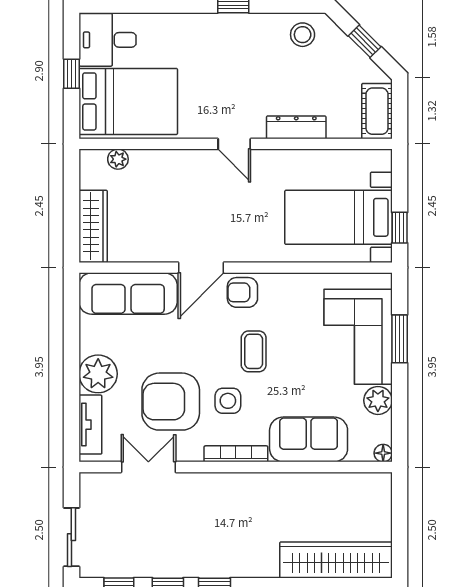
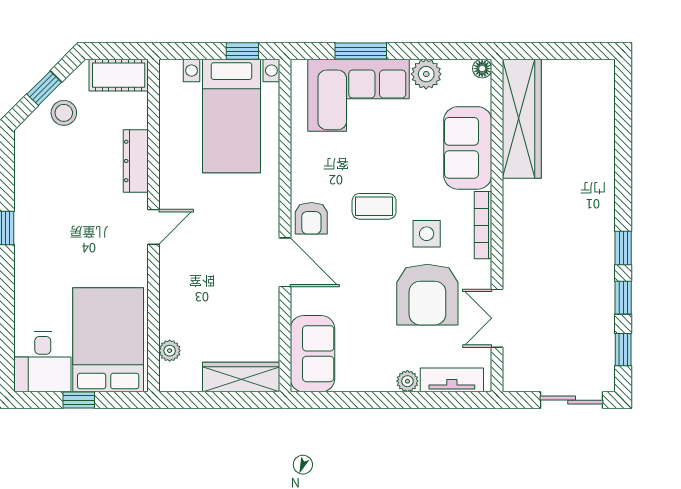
stool: (303, 35) -> (64, 113), moved
sofa: (128, 293) -> (312, 354), width x0.73
plant: (98, 374) -> (407, 381), width x0.53, depth x0.53
wardrobe: (336, 560) -> (522, 119), moved, turned 180

